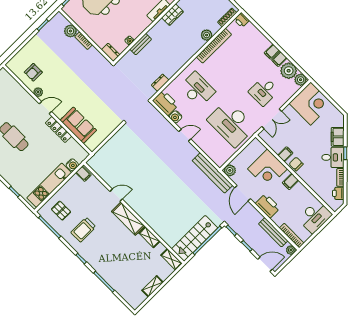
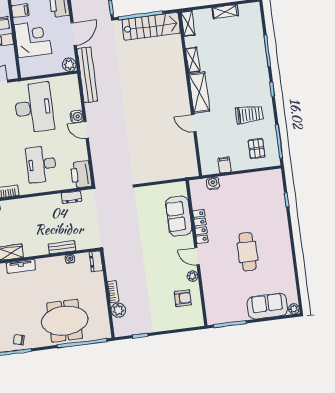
water cooler: (176, 117) -> (77, 116), moved
filing cabinet: (83, 174) -> (224, 165), moved
kitchen unit: (49, 185) -> (249, 181), removed

